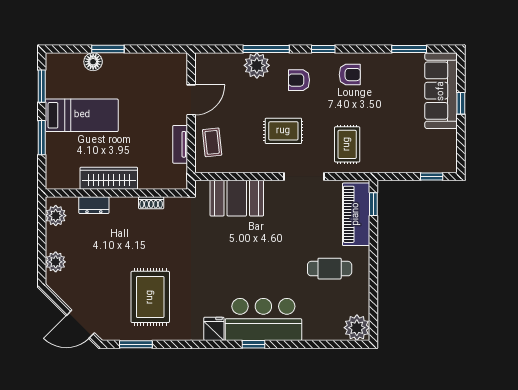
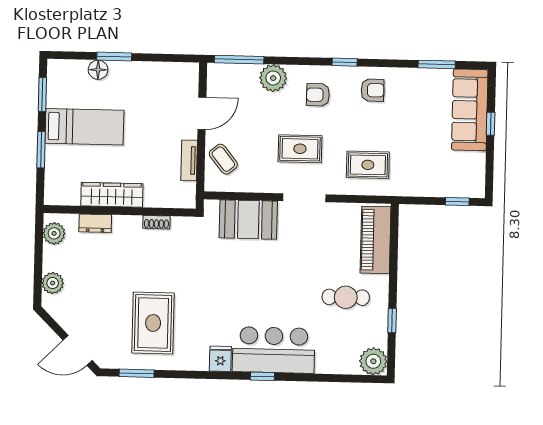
window: (266, 49) -> (239, 60), moved
coffee table: (212, 142) -> (223, 159), turned -33
rug: (347, 144) -> (368, 165), turned 90
doorway: (304, 177) -> (304, 198), moved
window: (373, 204) -> (392, 321), moved

